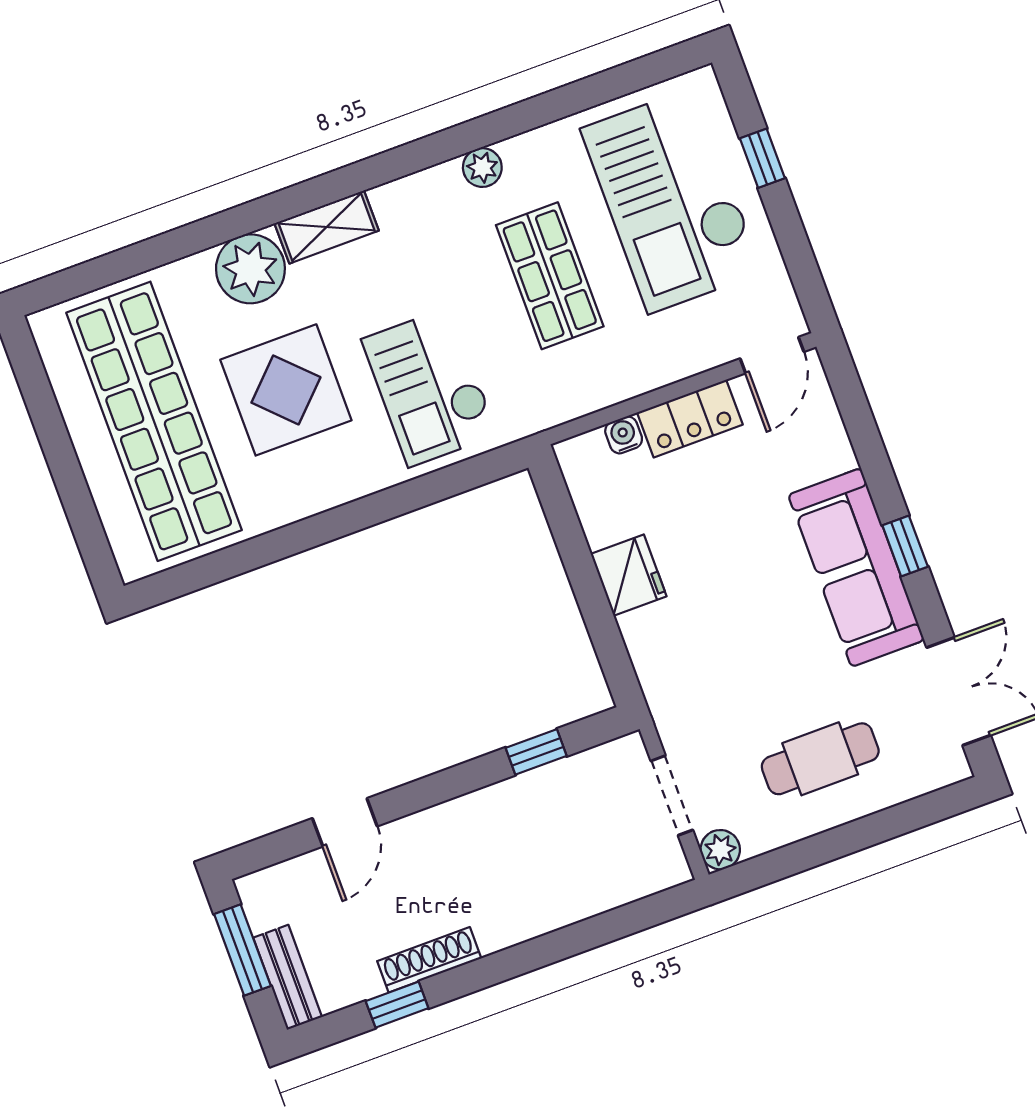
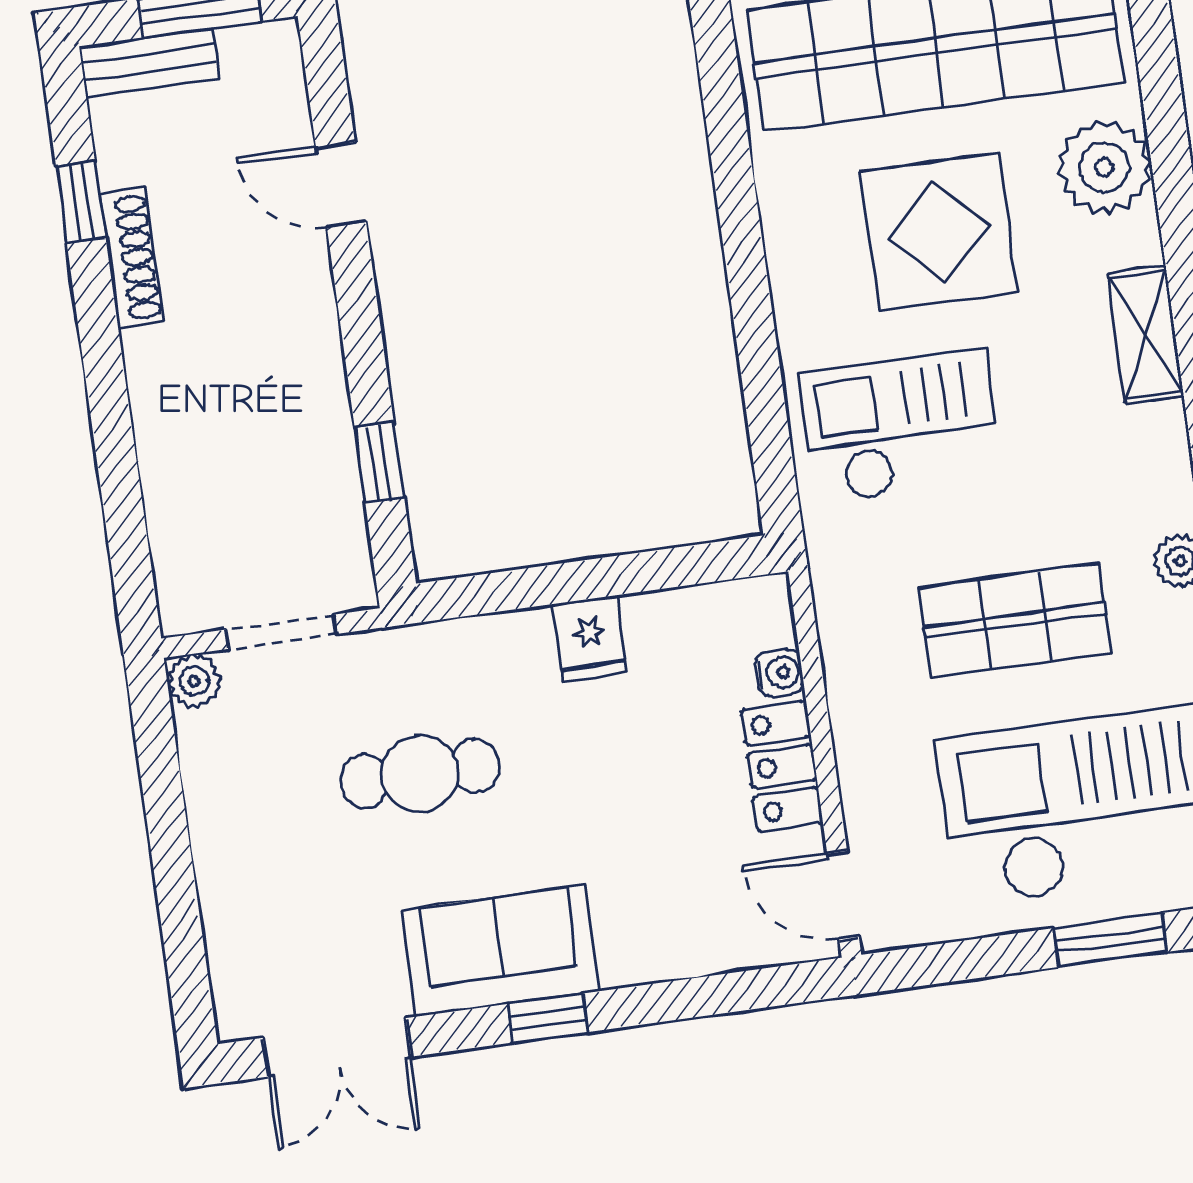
window: (762, 158) -> (1110, 940), width x1.50
plant: (250, 269) -> (1104, 167), moved
sofa: (856, 567) -> (500, 951), width x0.73
fridge: (629, 575) -> (590, 638), width x0.72
cafe table: (820, 759) -> (420, 773), moved, turned 90

